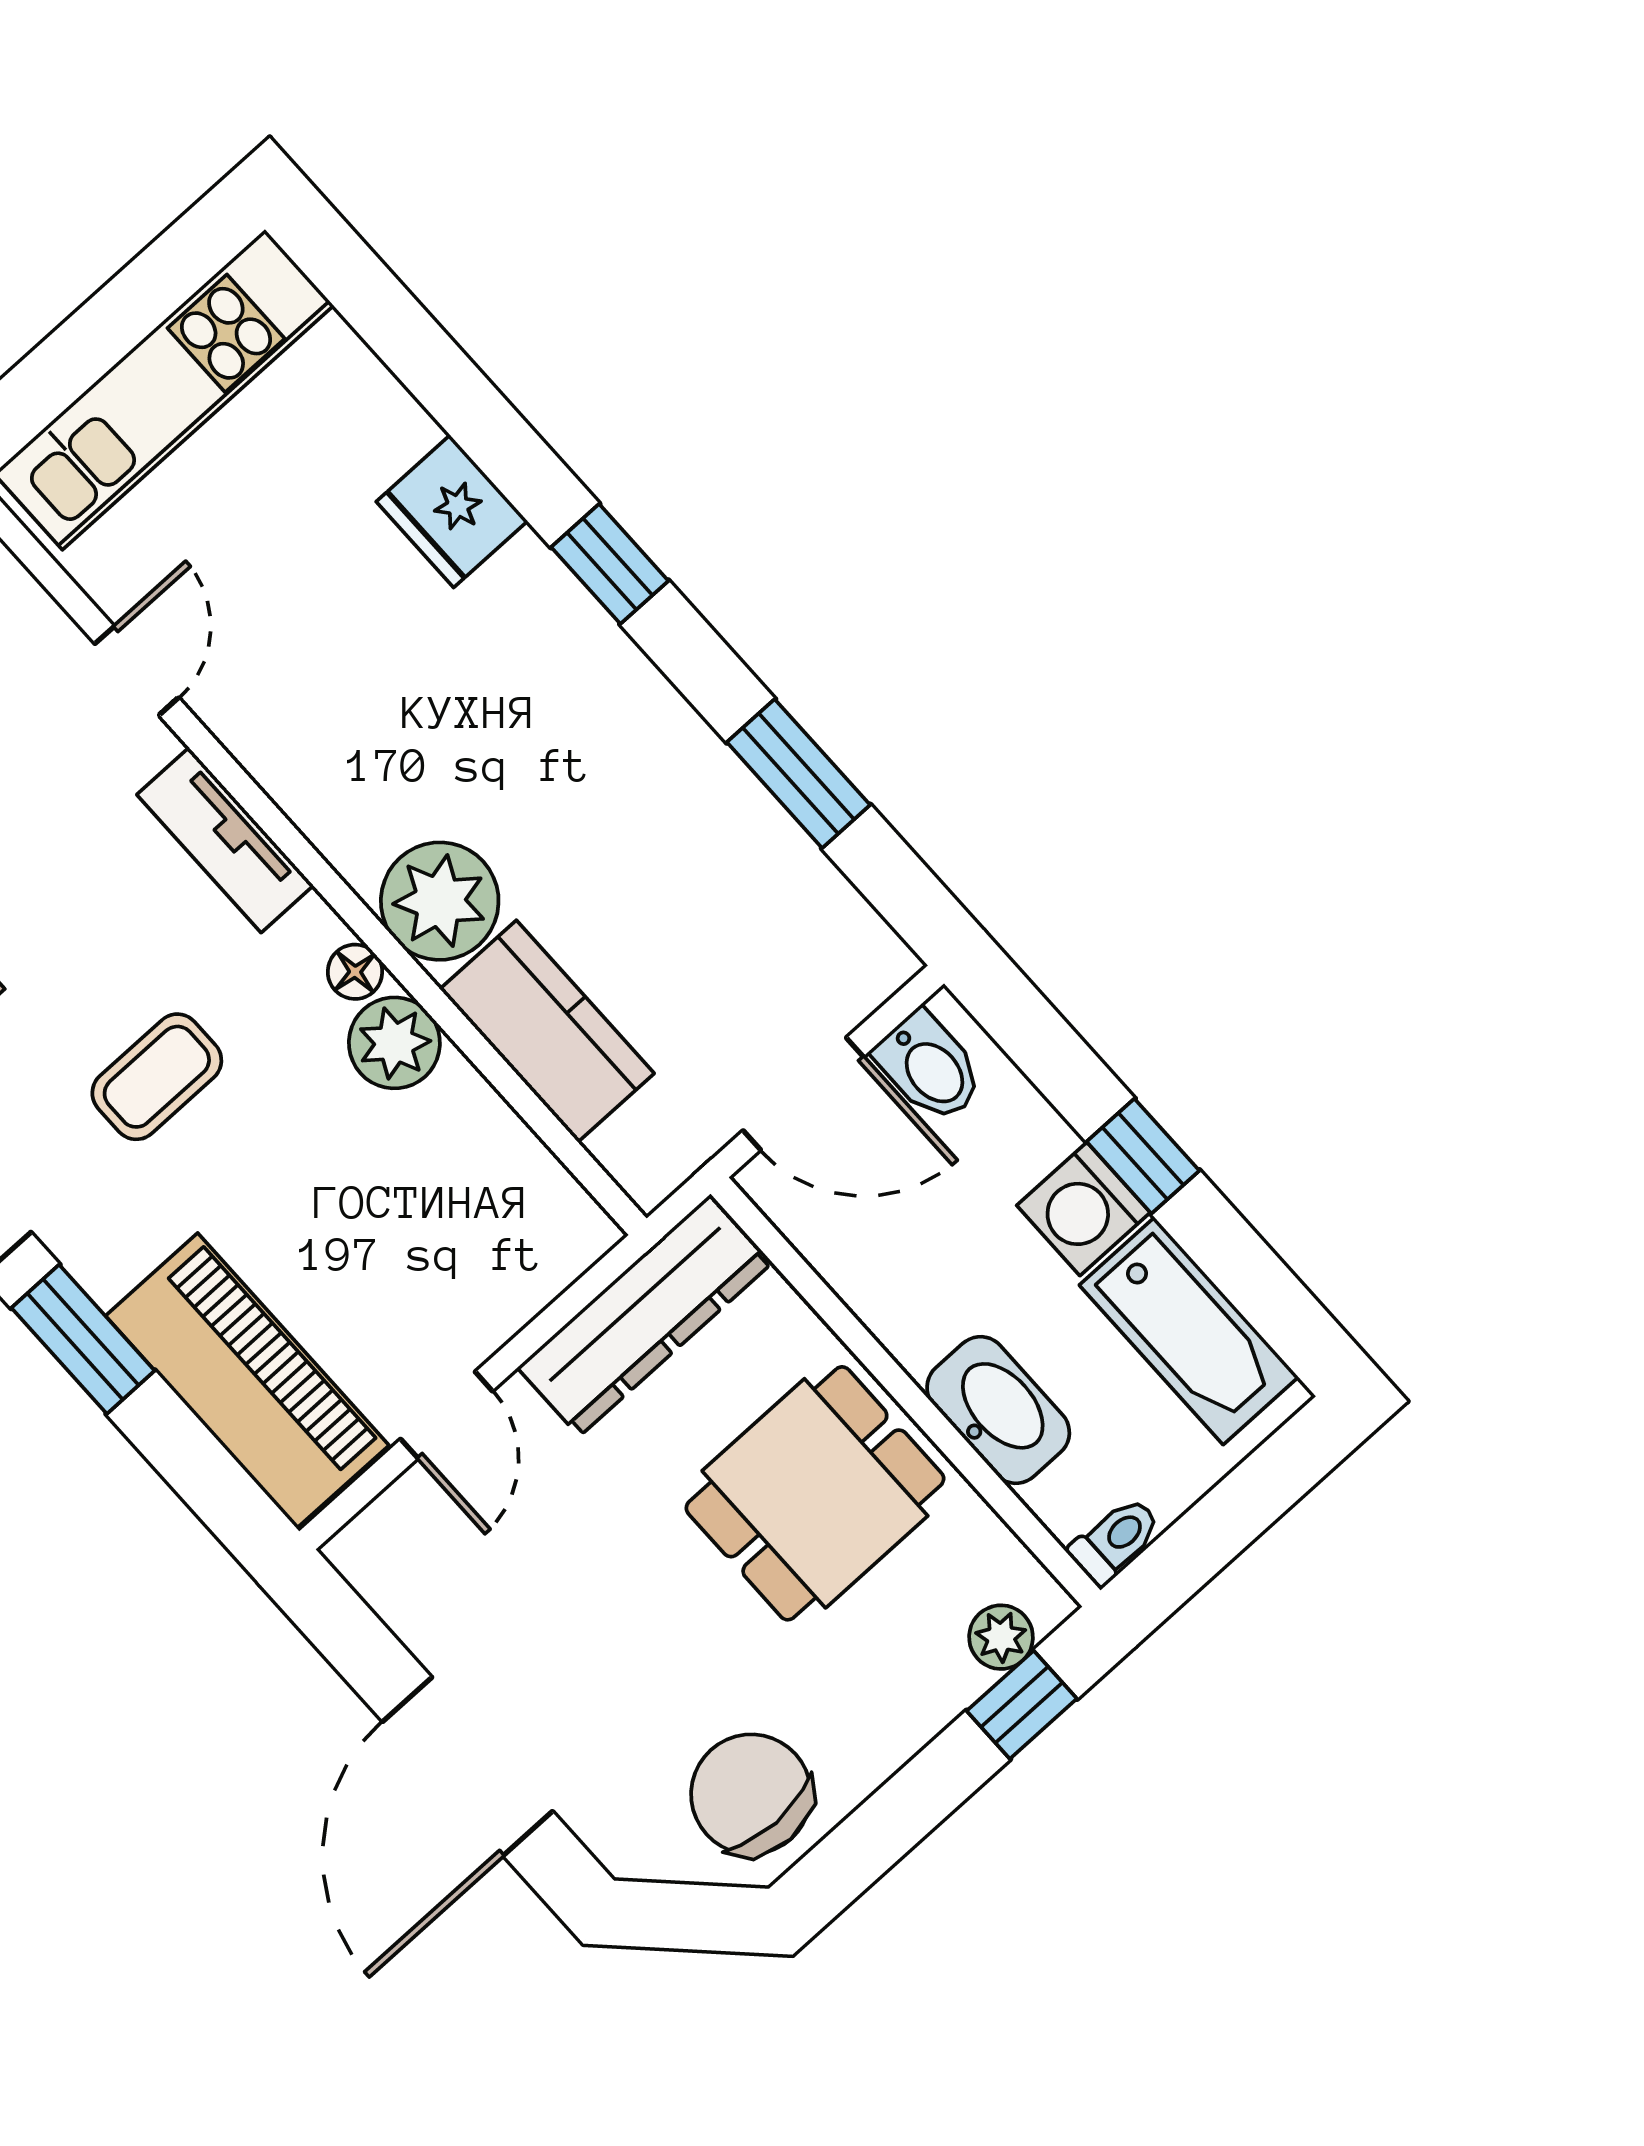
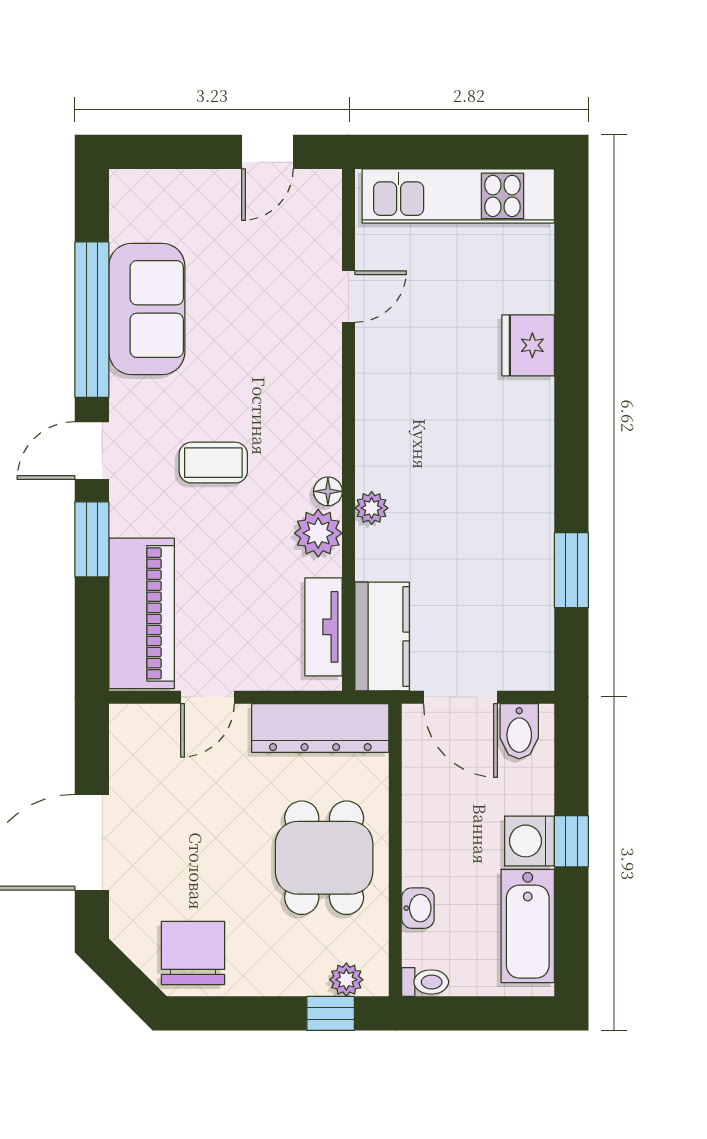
window: (610, 564) -> (571, 422), removed
tv unit: (225, 840) -> (324, 627), moved
plant: (440, 901) -> (372, 508), width x0.53, depth x0.53
kitchen counter: (547, 1031) -> (382, 637), moved
washbasin: (998, 1410) -> (418, 908), width x0.52, depth x0.69
dining table: (815, 1493) -> (324, 858), turned 90

